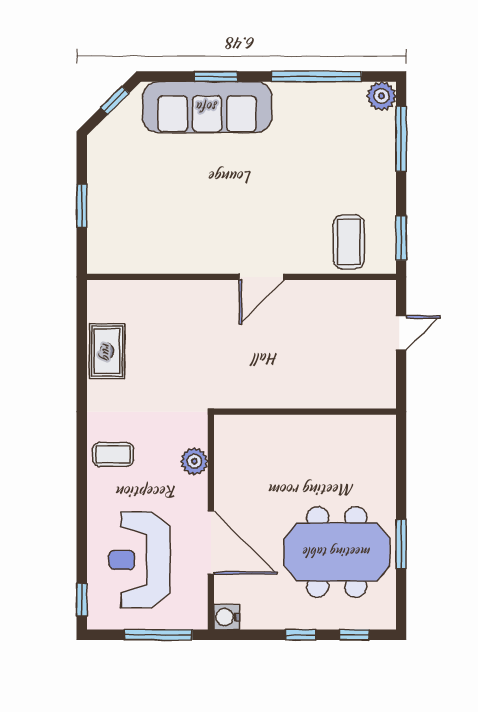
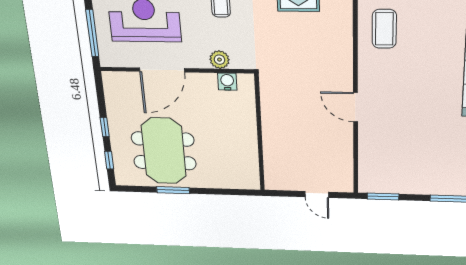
coffee table: (349, 242) -> (384, 29), moved, turned 90
water cooler: (227, 617) -> (227, 82), moved

